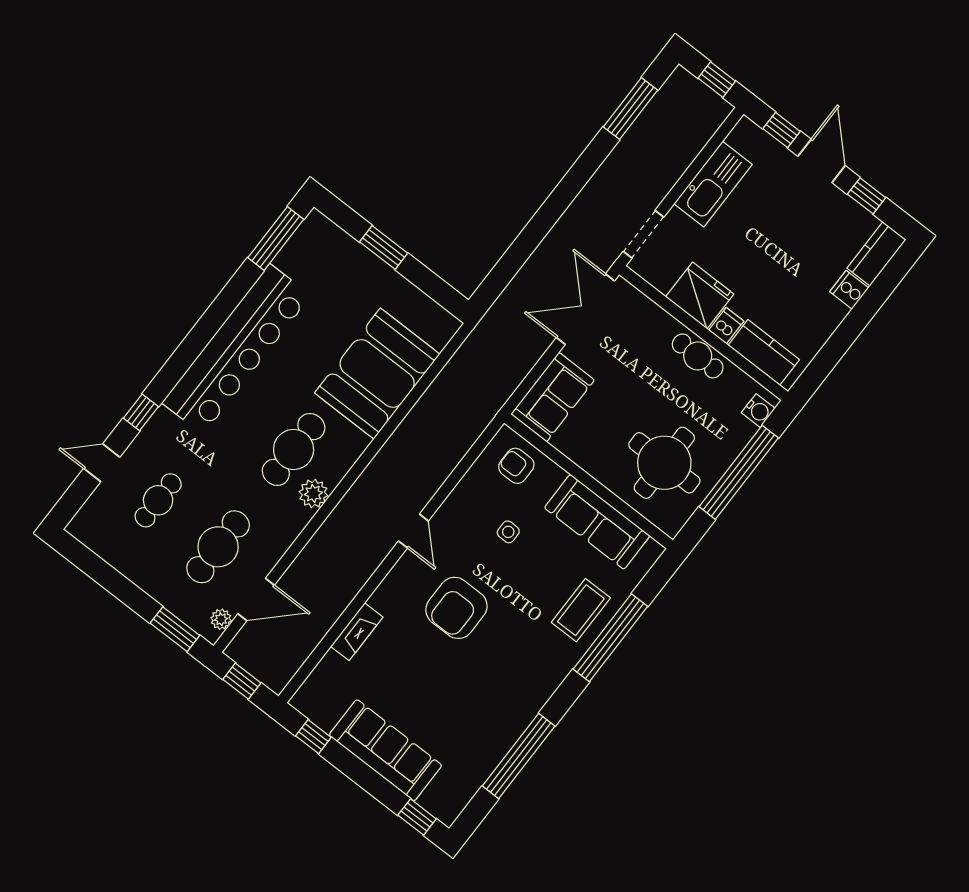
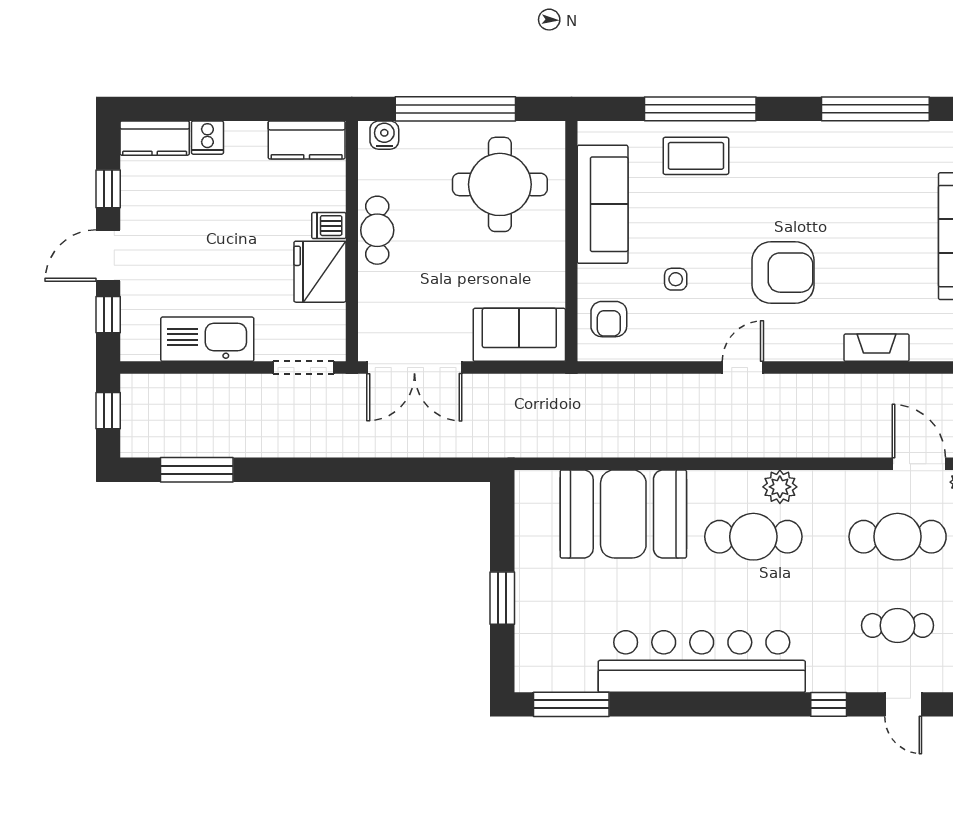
kitchen counter: (764, 352) -> (307, 140), moved, turned -90

